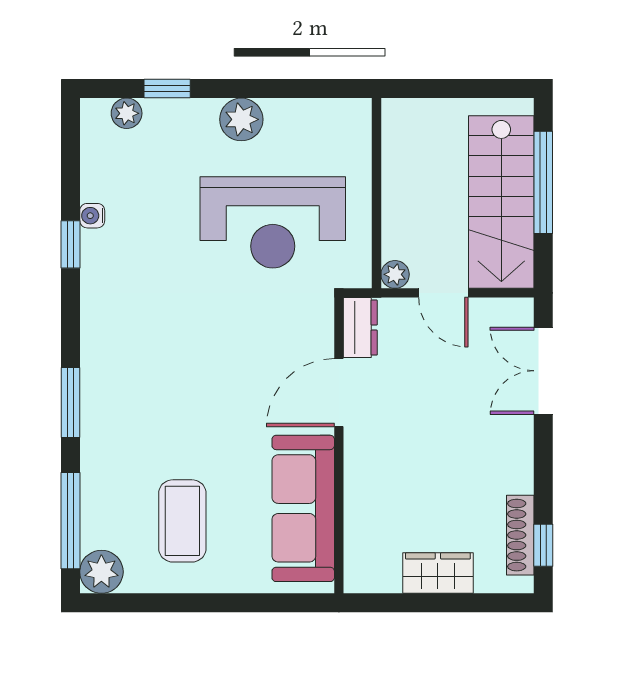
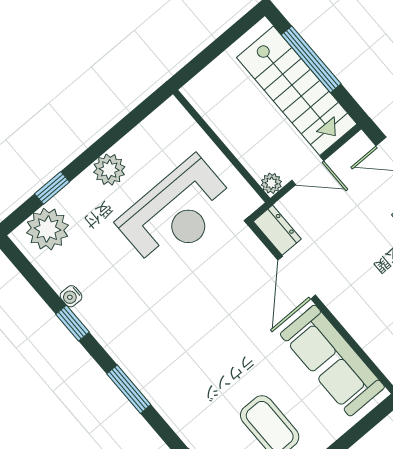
plant: (127, 113) -> (47, 229), width x1.88, depth x1.88
window: (70, 403) -> (129, 389), moved

